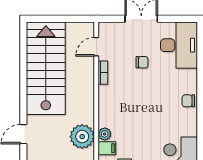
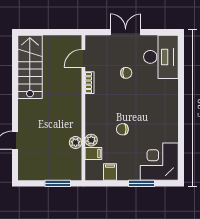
stairs: (46, 68) -> (30, 67), width x0.73, depth x0.66
chair: (188, 101) -> (122, 129), moved
plant: (82, 137) -> (76, 142), width x0.53, depth x0.53

